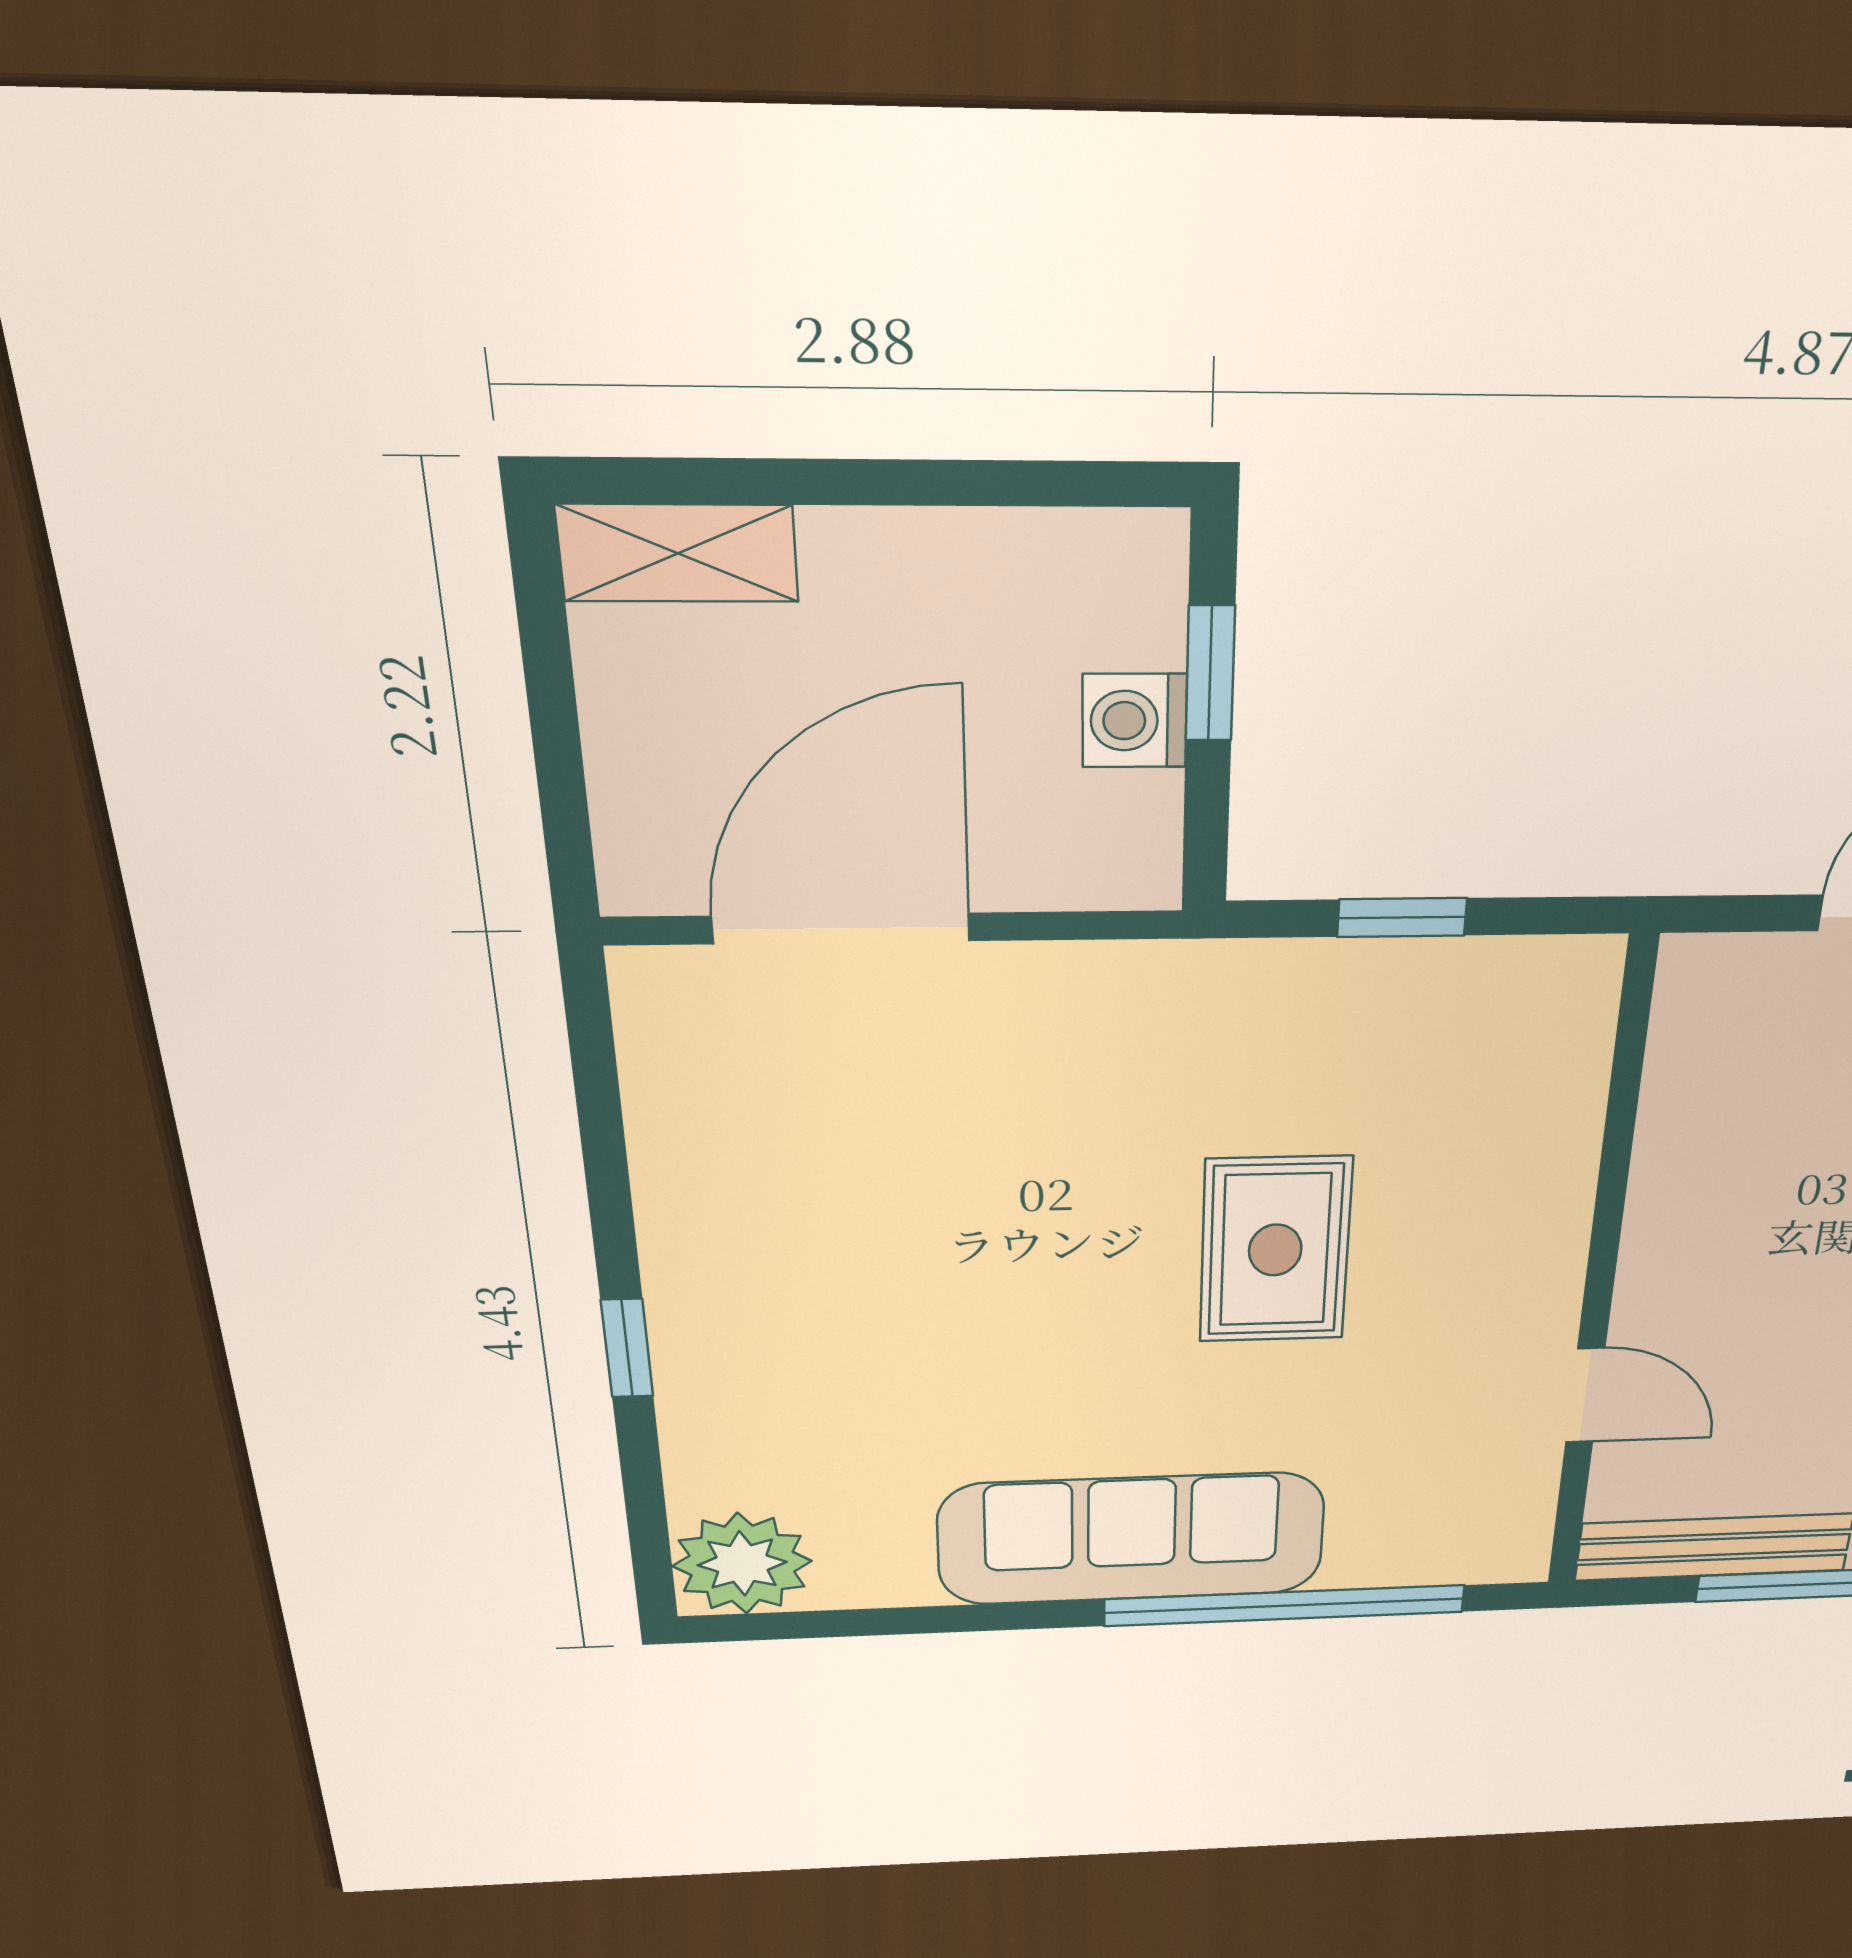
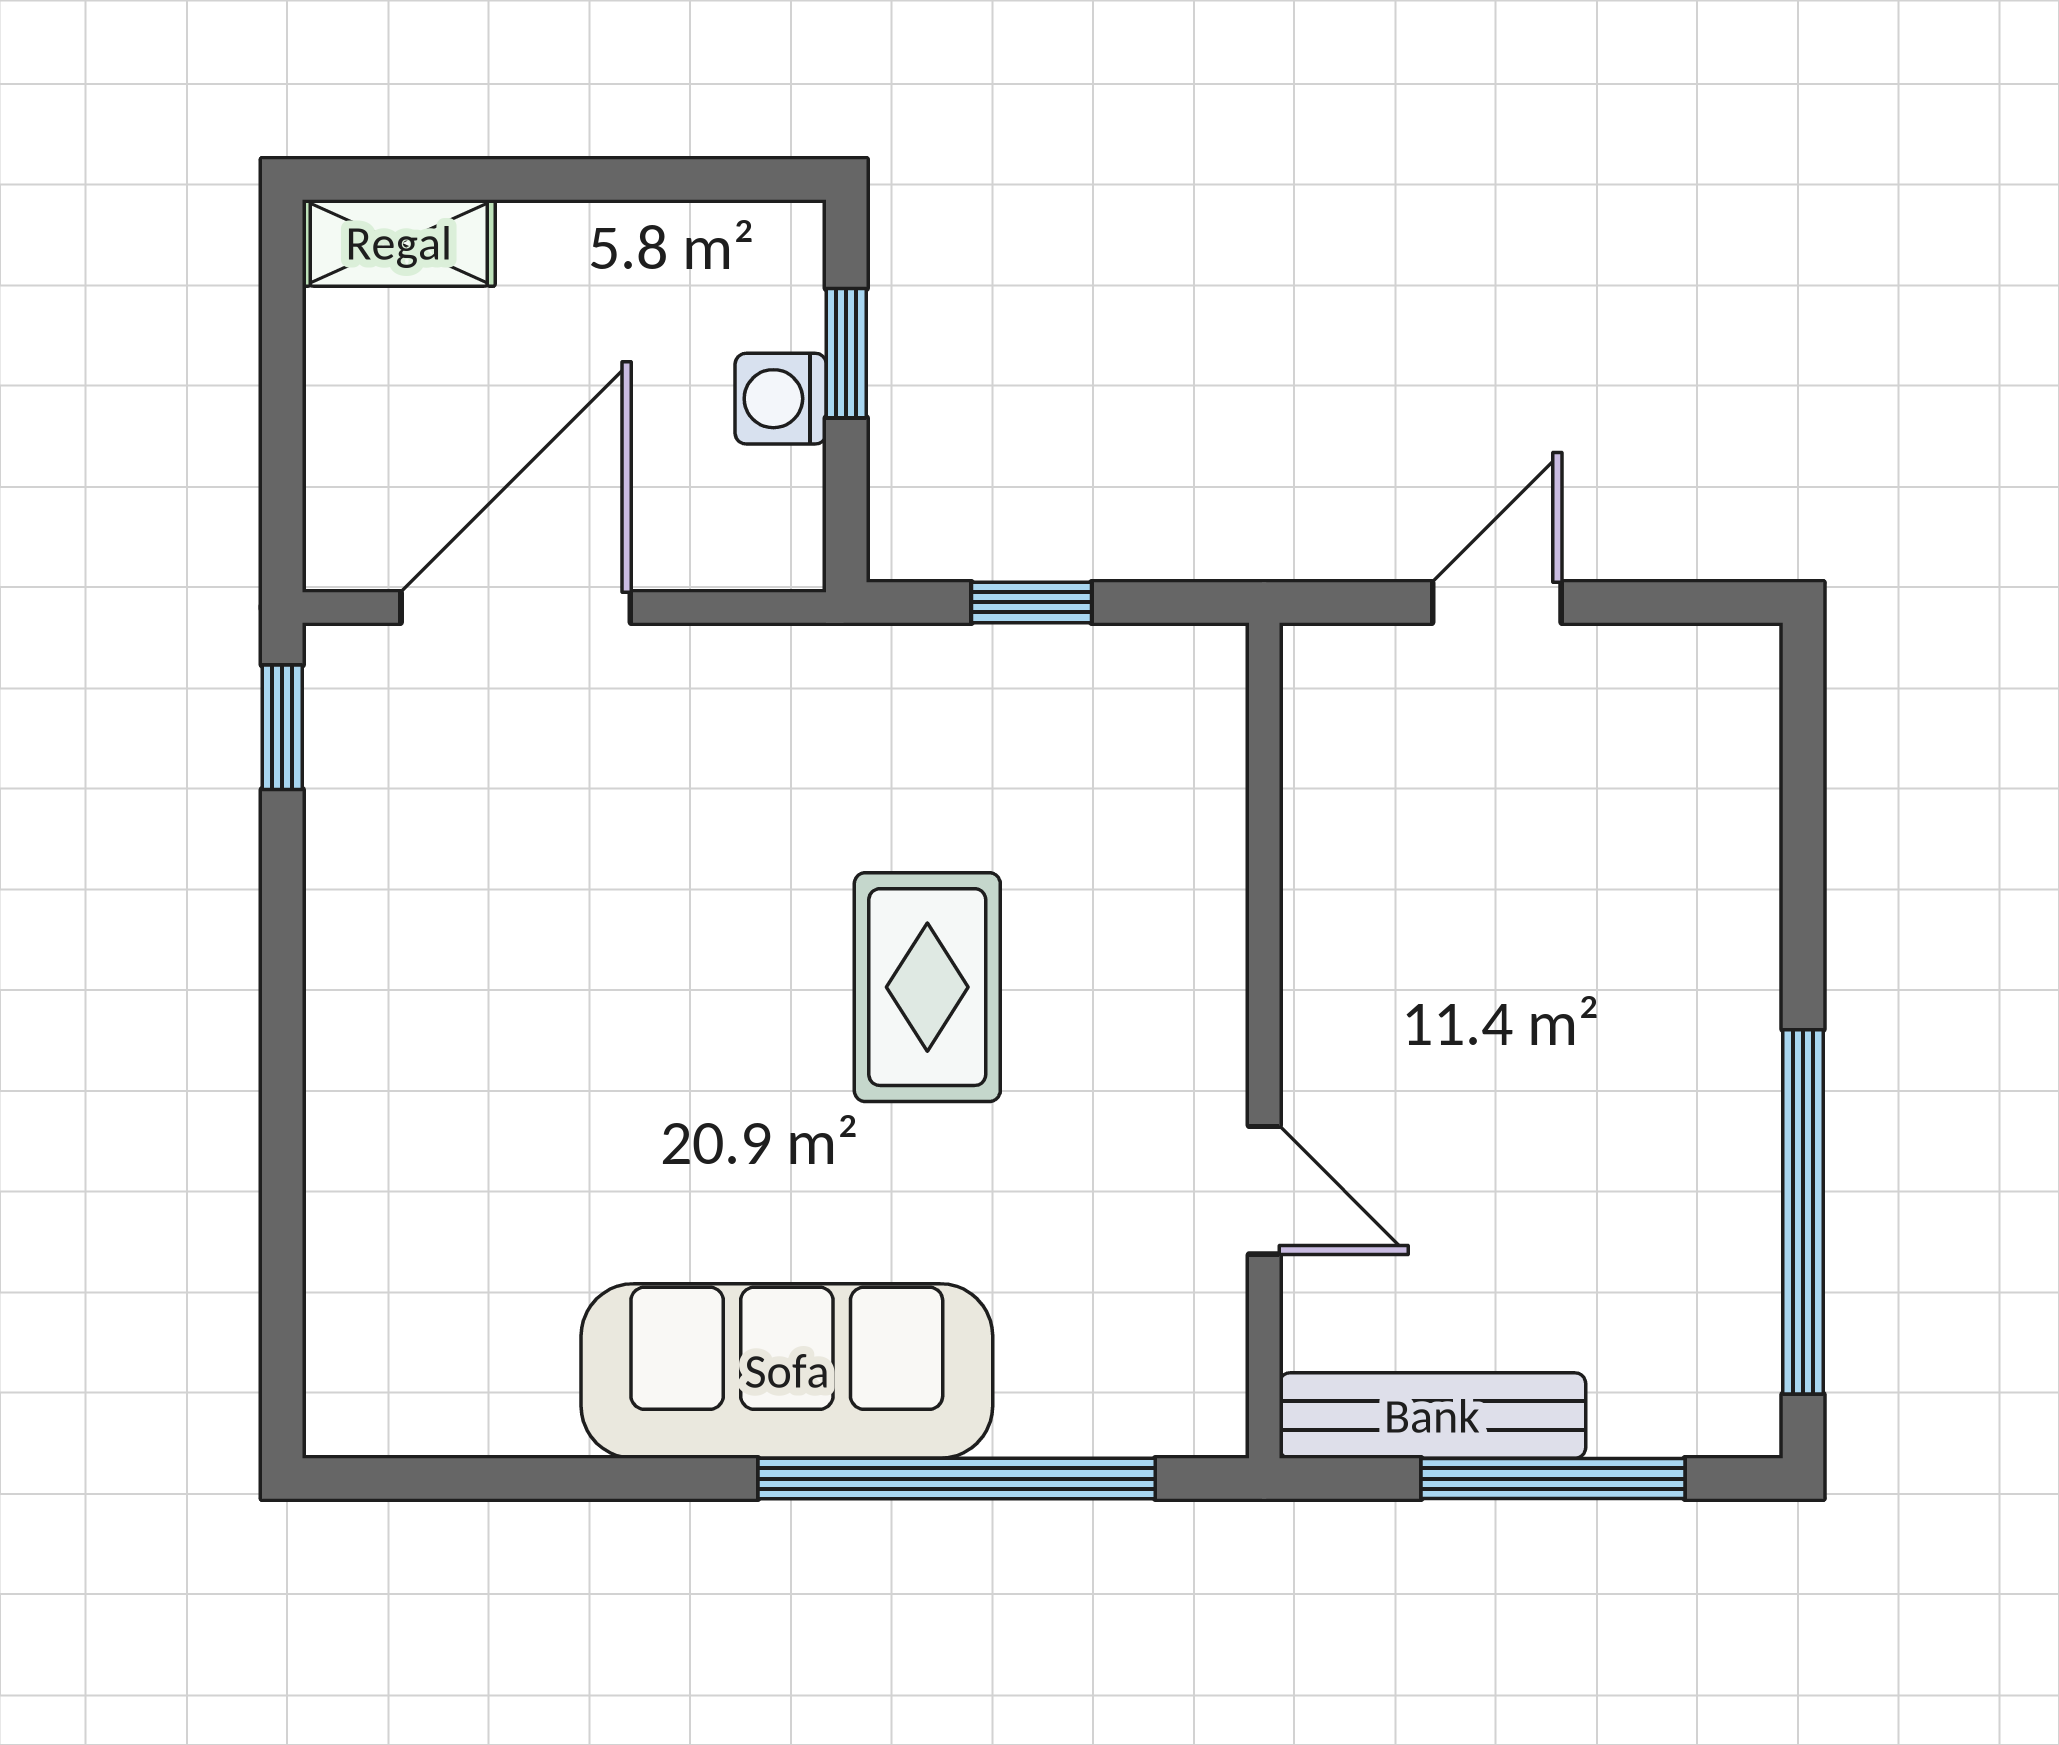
window: (627, 1348) -> (282, 727), moved
plant: (742, 1564) -> (375, 1386), removed

